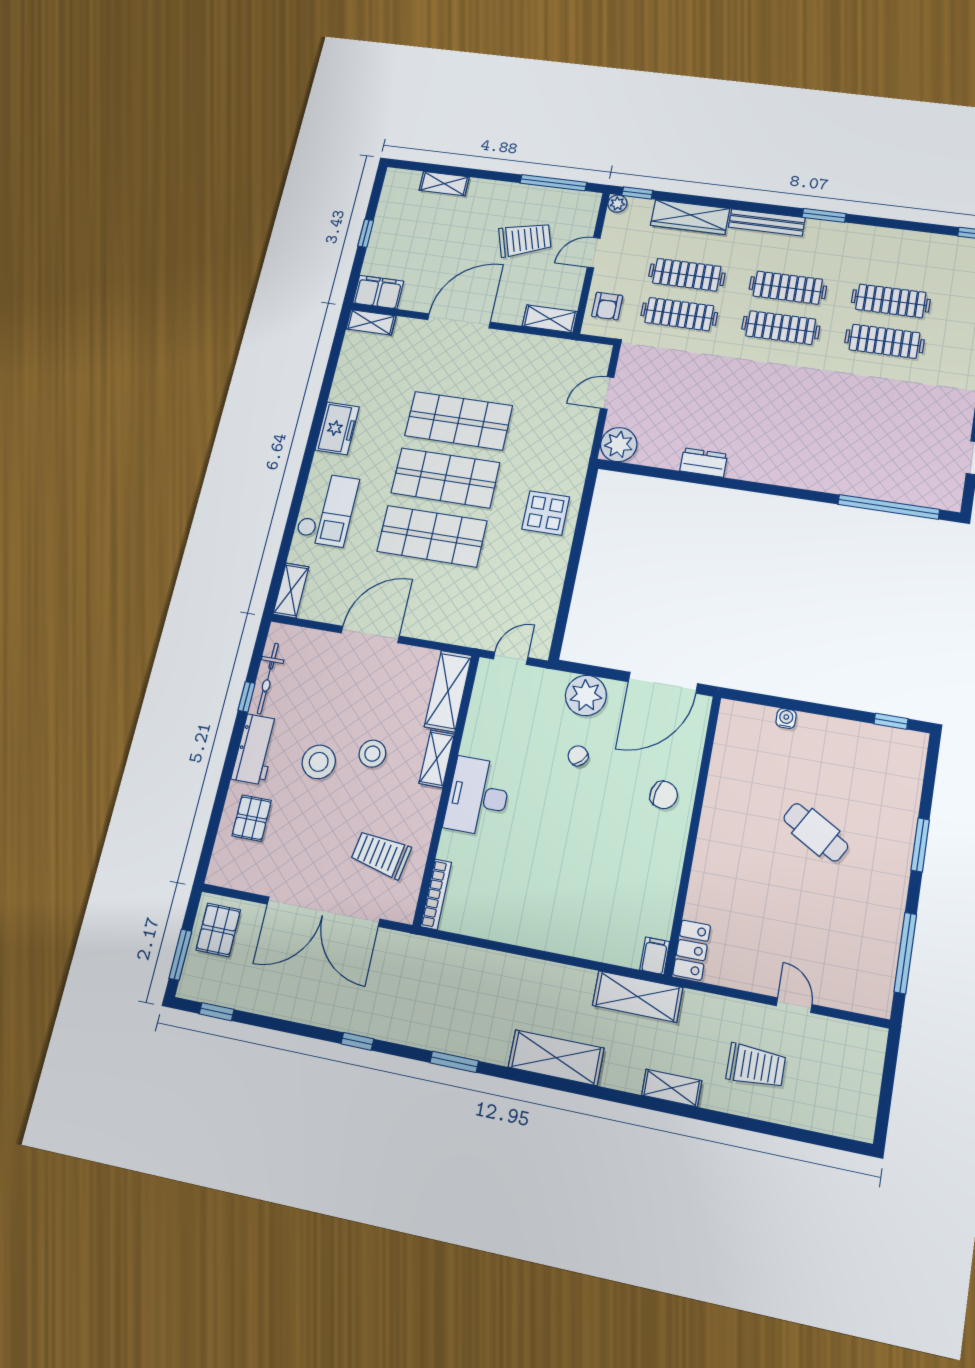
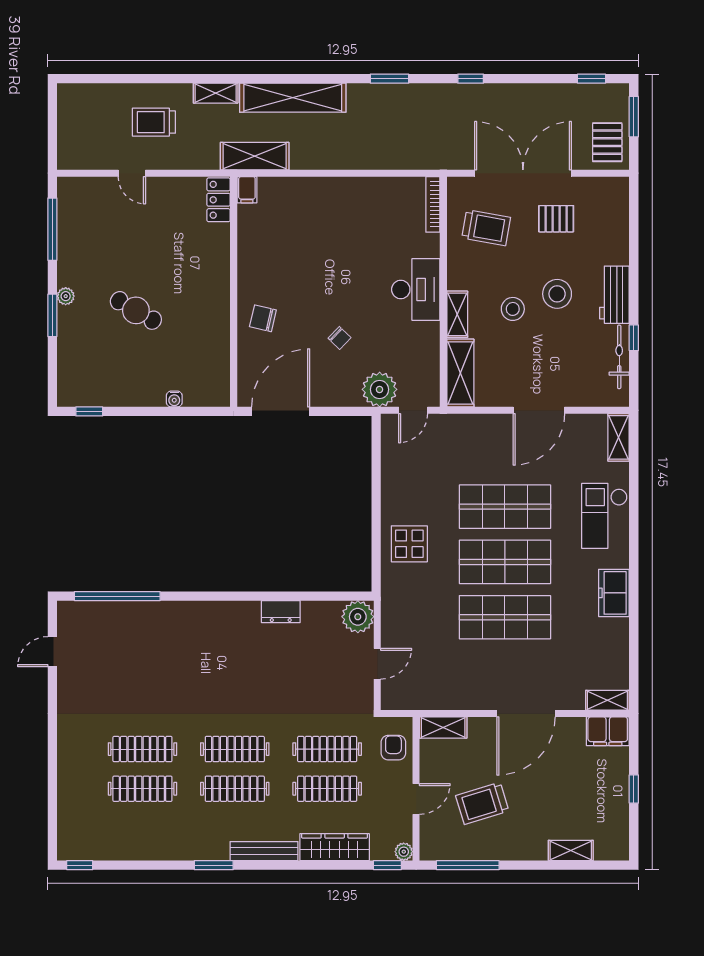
plant: (586, 696) -> (380, 389), moved
pallet: (252, 818) -> (556, 219), moved, turned 90
plant: (900, 866) -> (66, 296), added
shelving: (556, 1058) -> (293, 98), width x1.47

